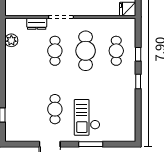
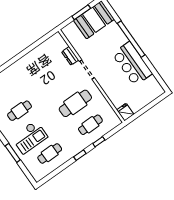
plant: (11, 40) -> (46, 46), removed
cafe table: (55, 51) -> (50, 153), moved
checkout: (87, 117) -> (30, 137), turned 180

